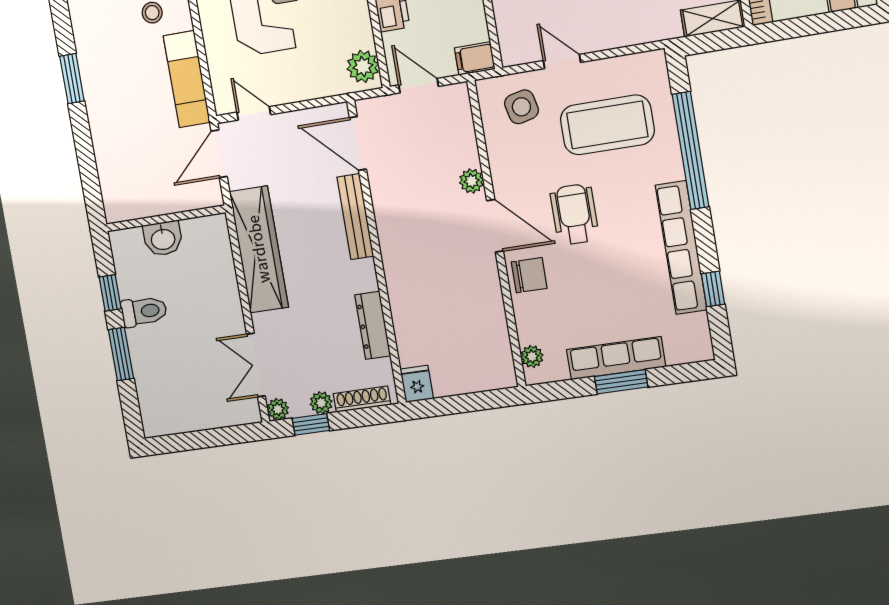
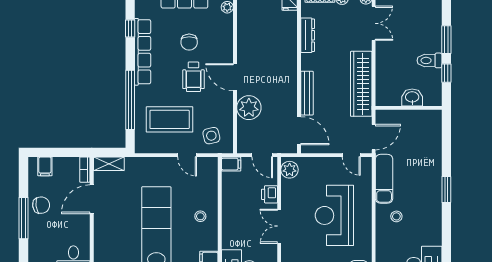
plant: (472, 181) -> (249, 108), width x1.87, depth x1.87
chair: (529, 275) -> (189, 42), moved, turned -90

